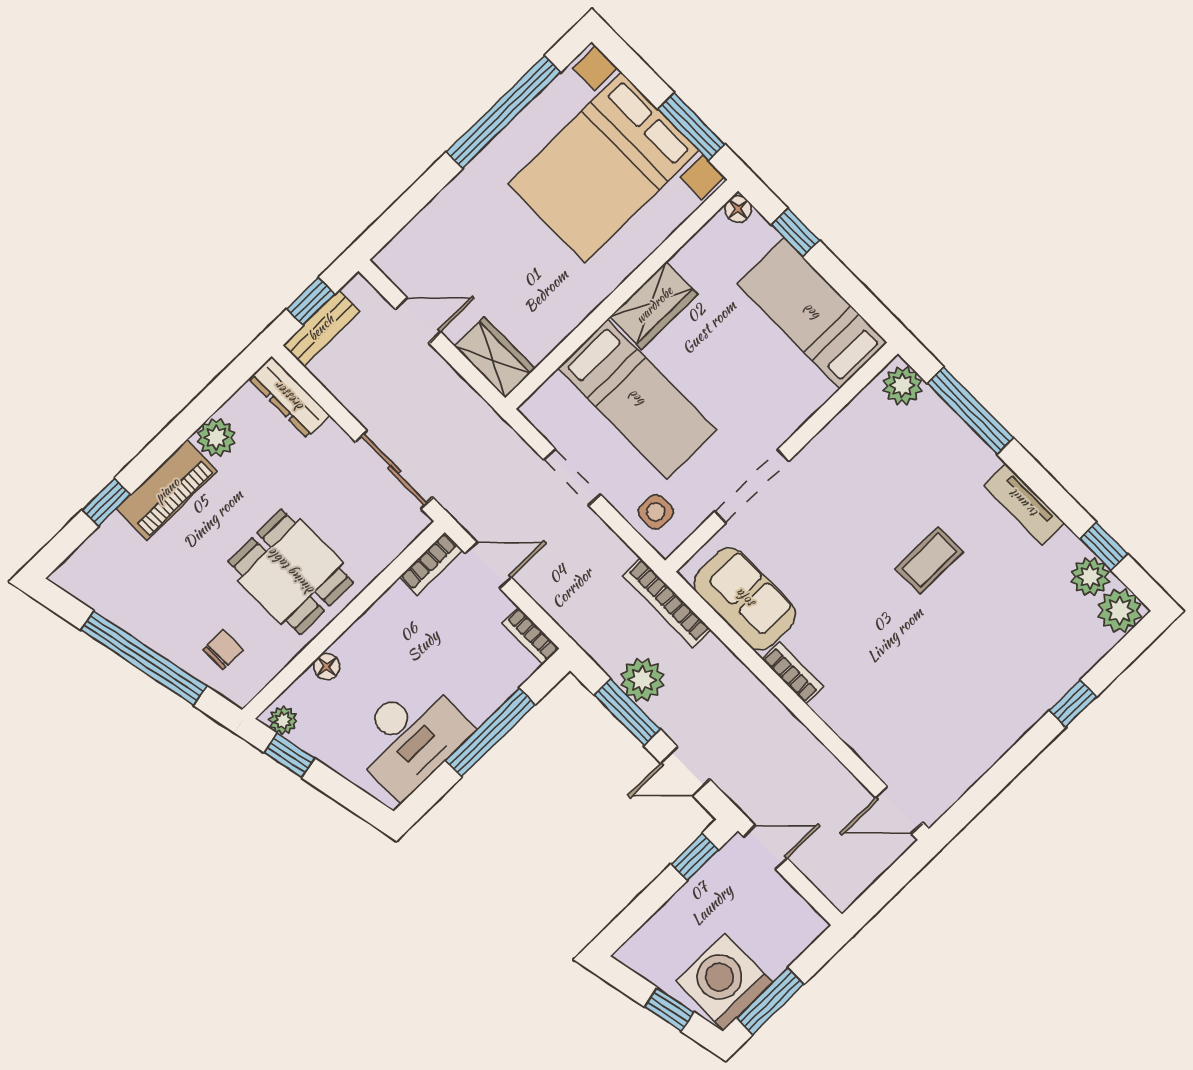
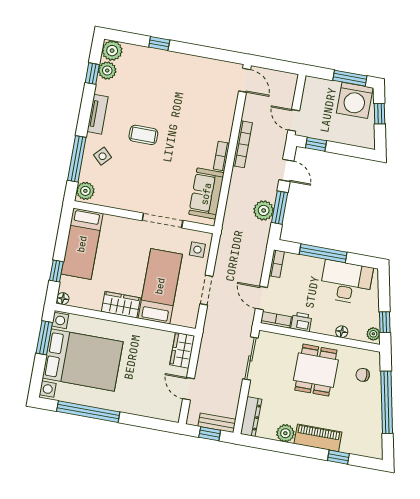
side table: (943, 460) -> (103, 156), added
bookcase: (667, 603) -> (242, 144), moved
printer: (395, 607) -> (301, 322), added

